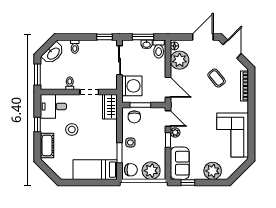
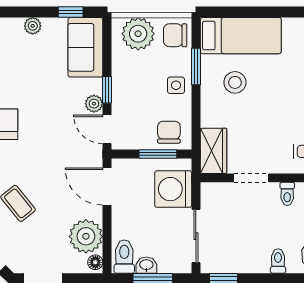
stool: (72, 129) -> (235, 82), moved
plant: (213, 171) -> (33, 26), width x0.53, depth x0.53

